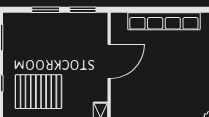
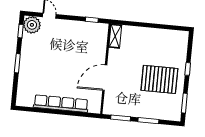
pallet: (38, 92) -> (159, 79), moved

